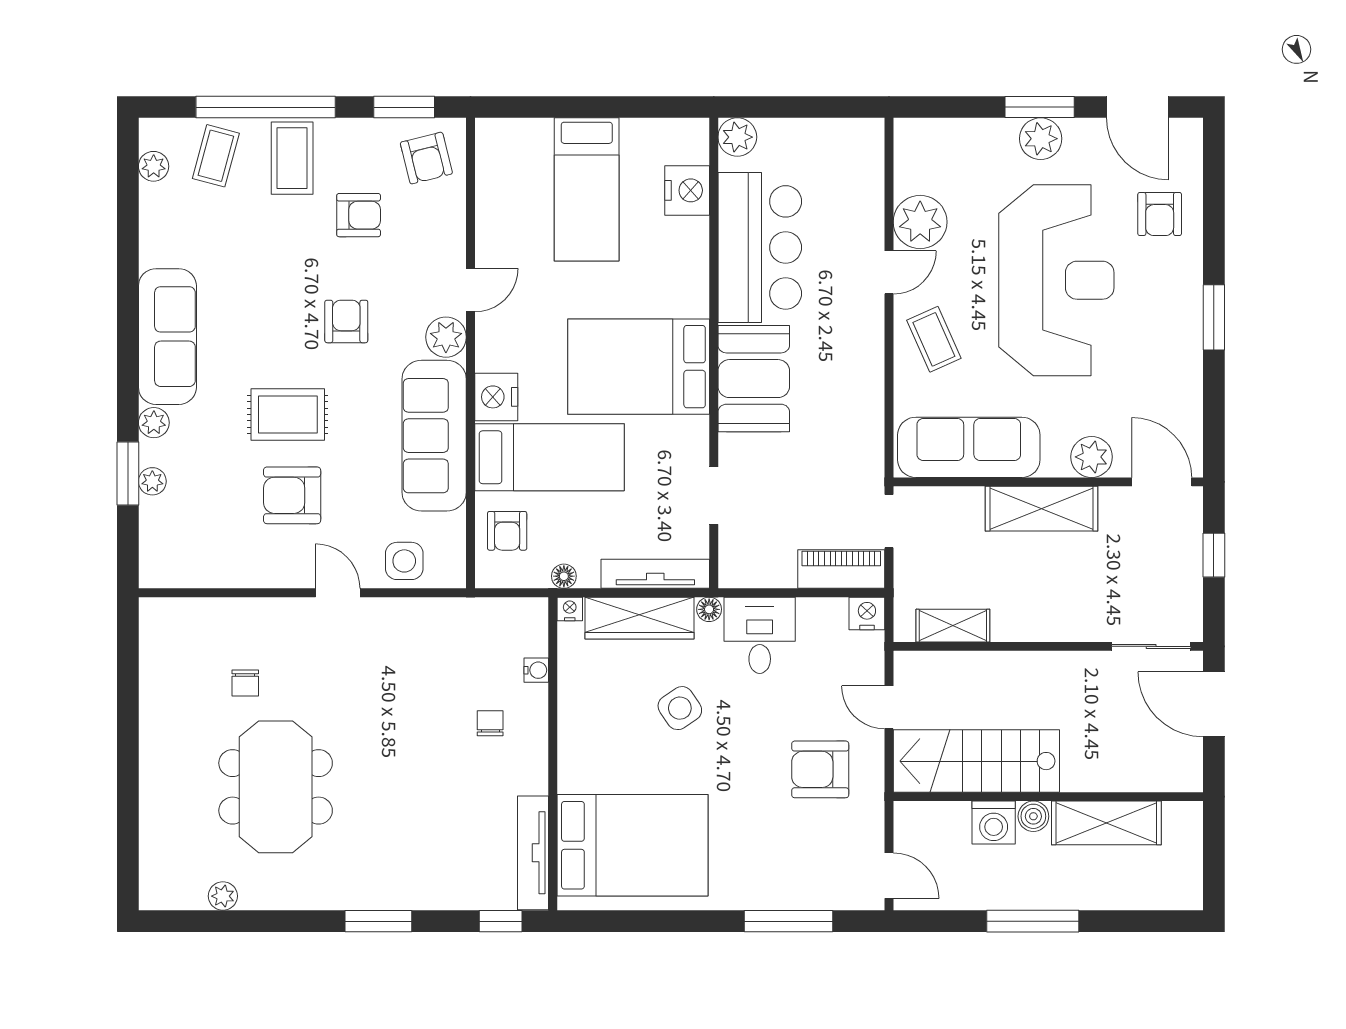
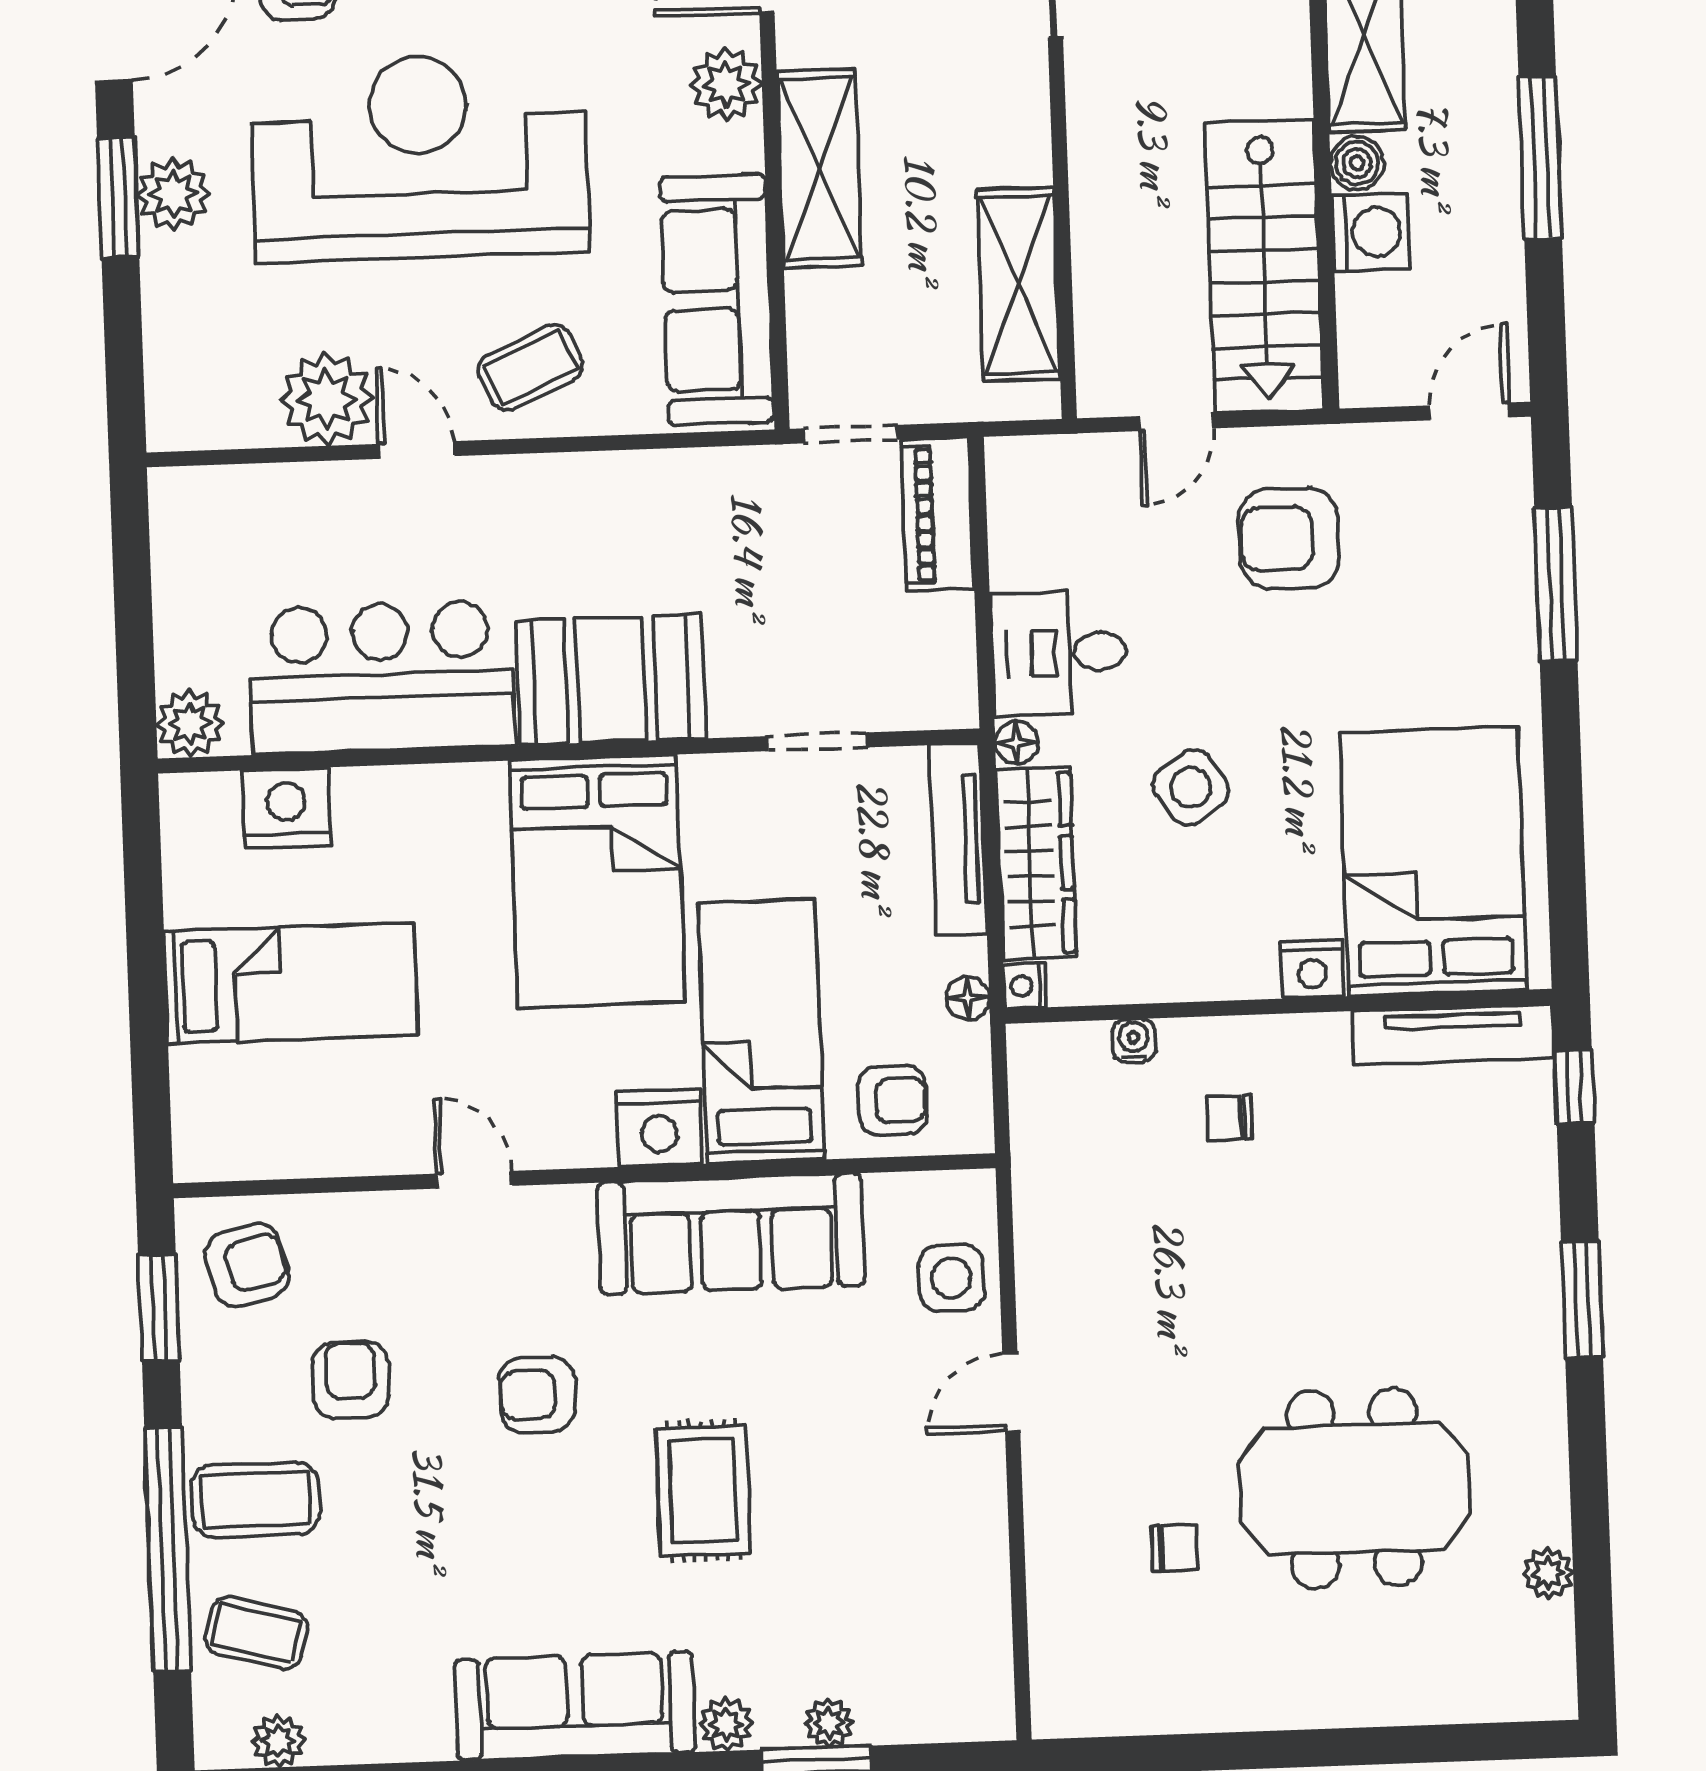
plant: (446, 337) -> (558, 1219), removed
armchair: (292, 495) -> (844, 1478), removed
nightstand: (867, 613) -> (1312, 969), moved, turned -90
shelving: (953, 626) -> (1019, 284), width x1.50, depth x1.33
armchair: (820, 769) -> (1289, 538), turned 90

